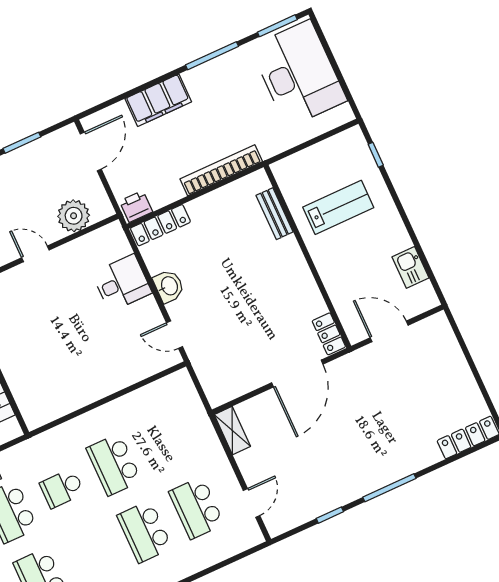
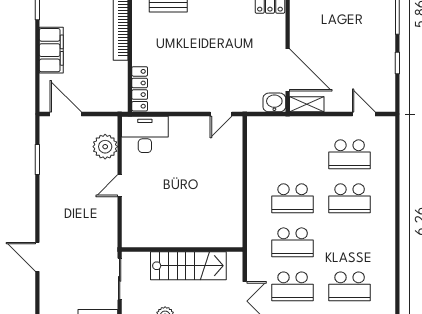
printer: (136, 206) -> (119, 100), removed
desk: (122, 283) -> (145, 134), moved, width x1.37
washbasin: (169, 286) -> (274, 102), moved
door: (297, 373) -> (288, 70), moved
school desk: (62, 488) -> (293, 242), width x1.85

